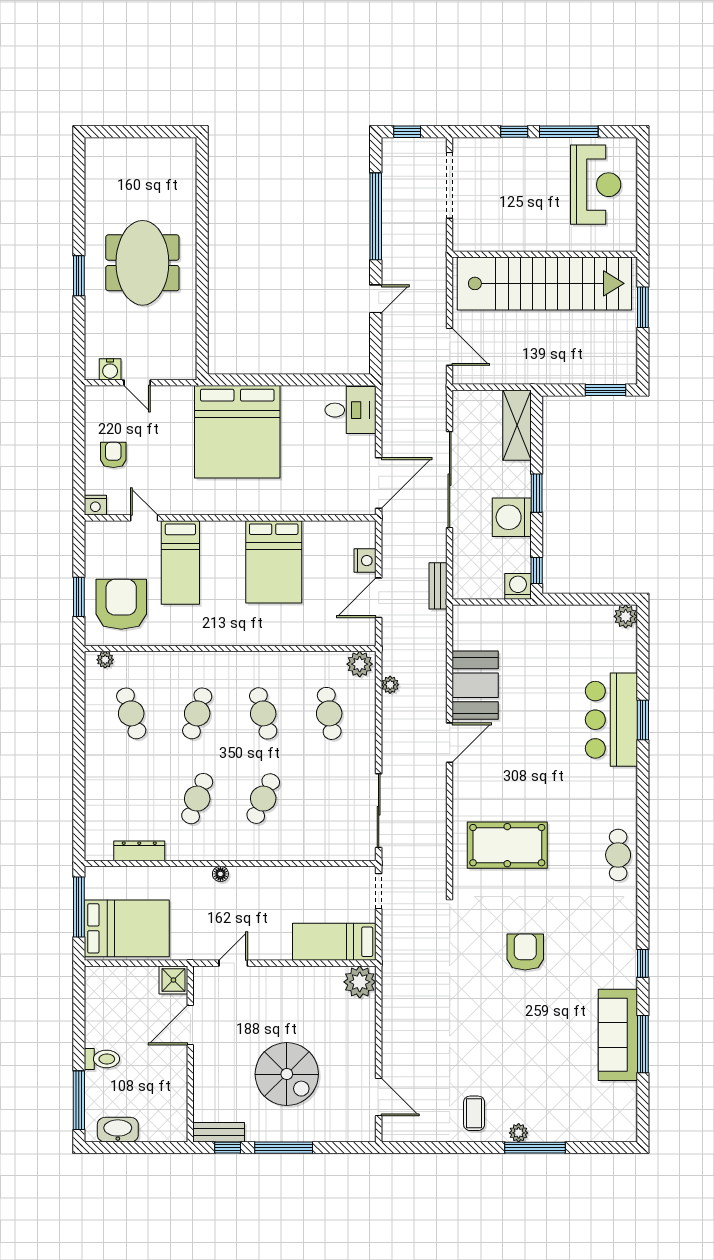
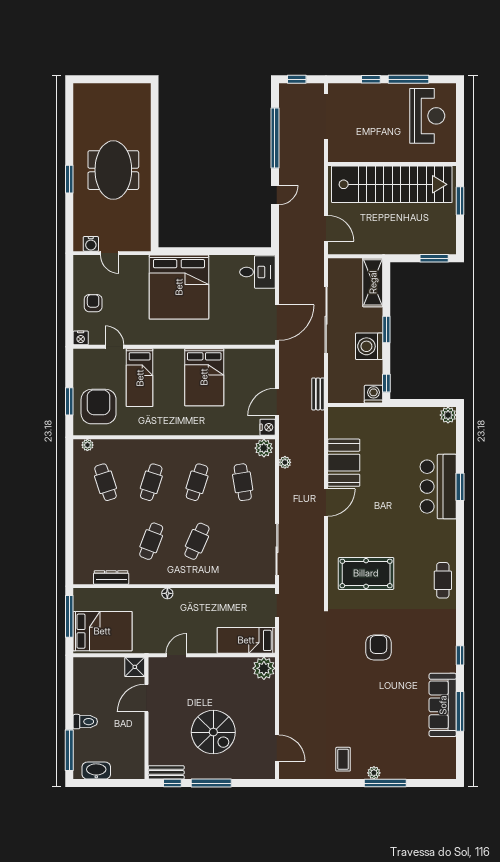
nightstand: (365, 561) -> (268, 427), moved
cafe table: (263, 713) -> (197, 482), turned 33

